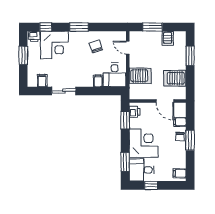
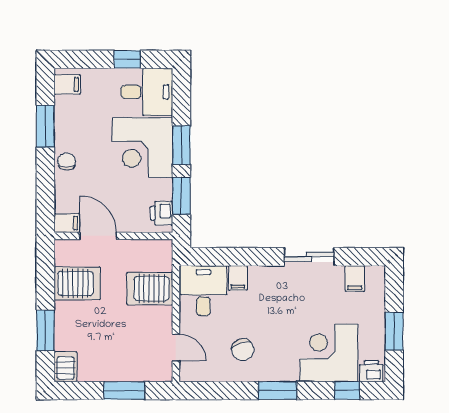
server rack: (168, 38) -> (65, 367), moved
filing cabinet: (180, 122) -> (67, 223), moved
window: (190, 140) -> (45, 126), moved
window: (125, 162) -> (181, 145), moved

